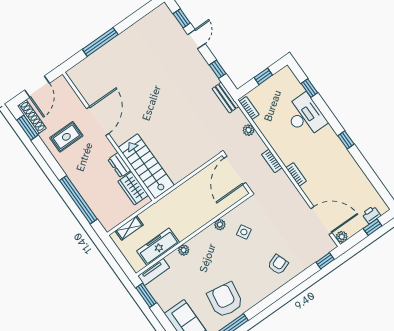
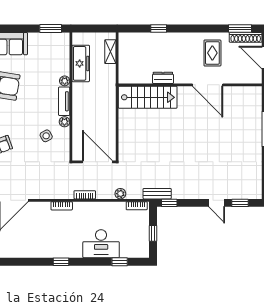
window: (218, 69) -> (169, 203), moved
wardrobe: (133, 188) -> (138, 76), removed
window: (78, 200) -> (159, 29), width x0.32
tv unit: (154, 272) -> (64, 101), moved

